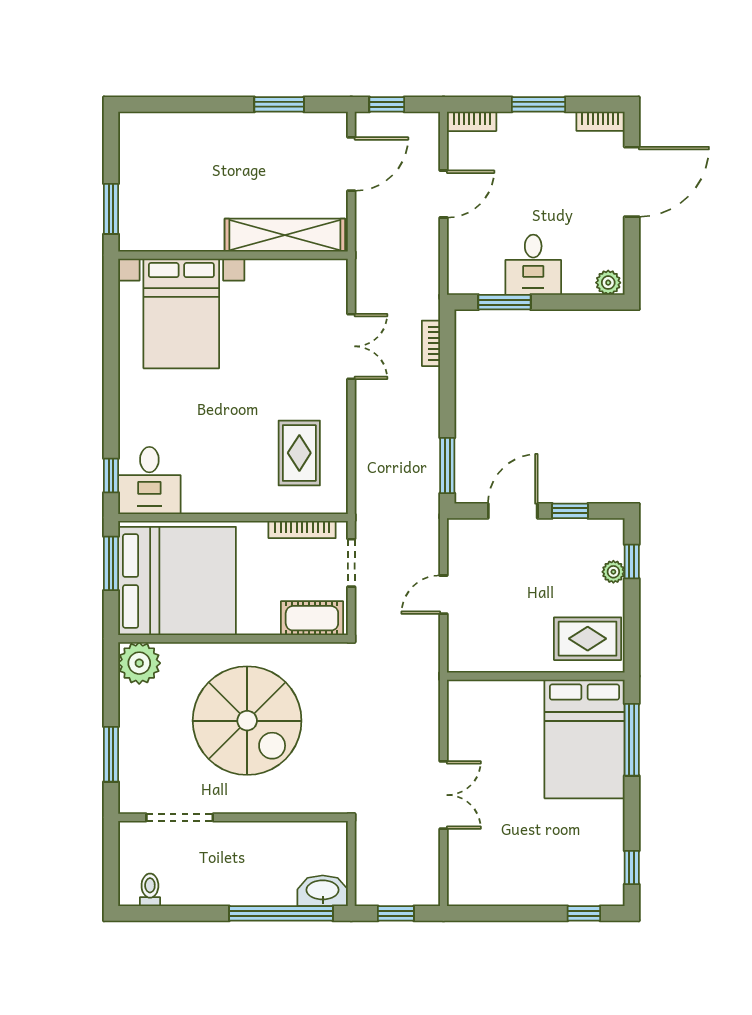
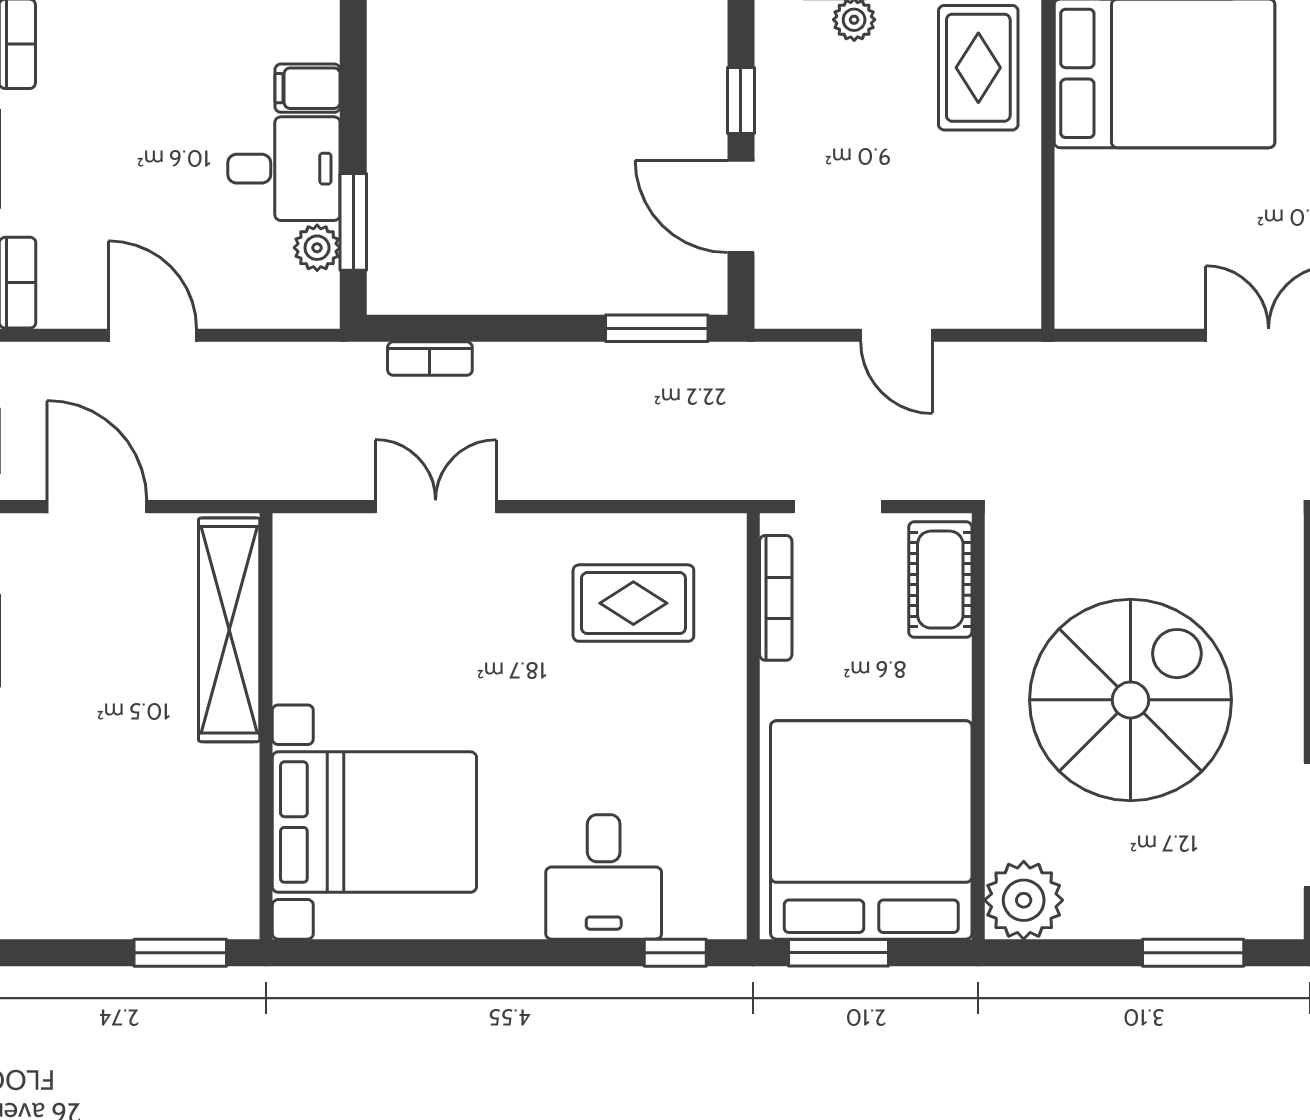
filing cabinet: (577, 277) -> (308, 88), added
plant: (608, 283) -> (317, 248), moved
desk: (149, 480) -> (604, 877), moved, turned 90

